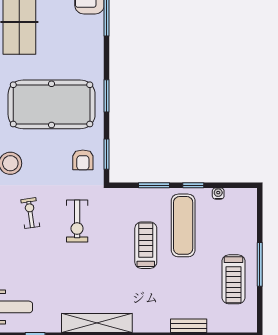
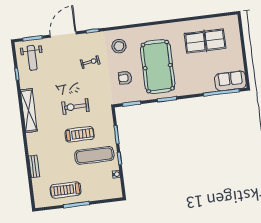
armchair: (83, 160) -> (125, 78), moved
exercise bike: (77, 221) -> (75, 107), moved

